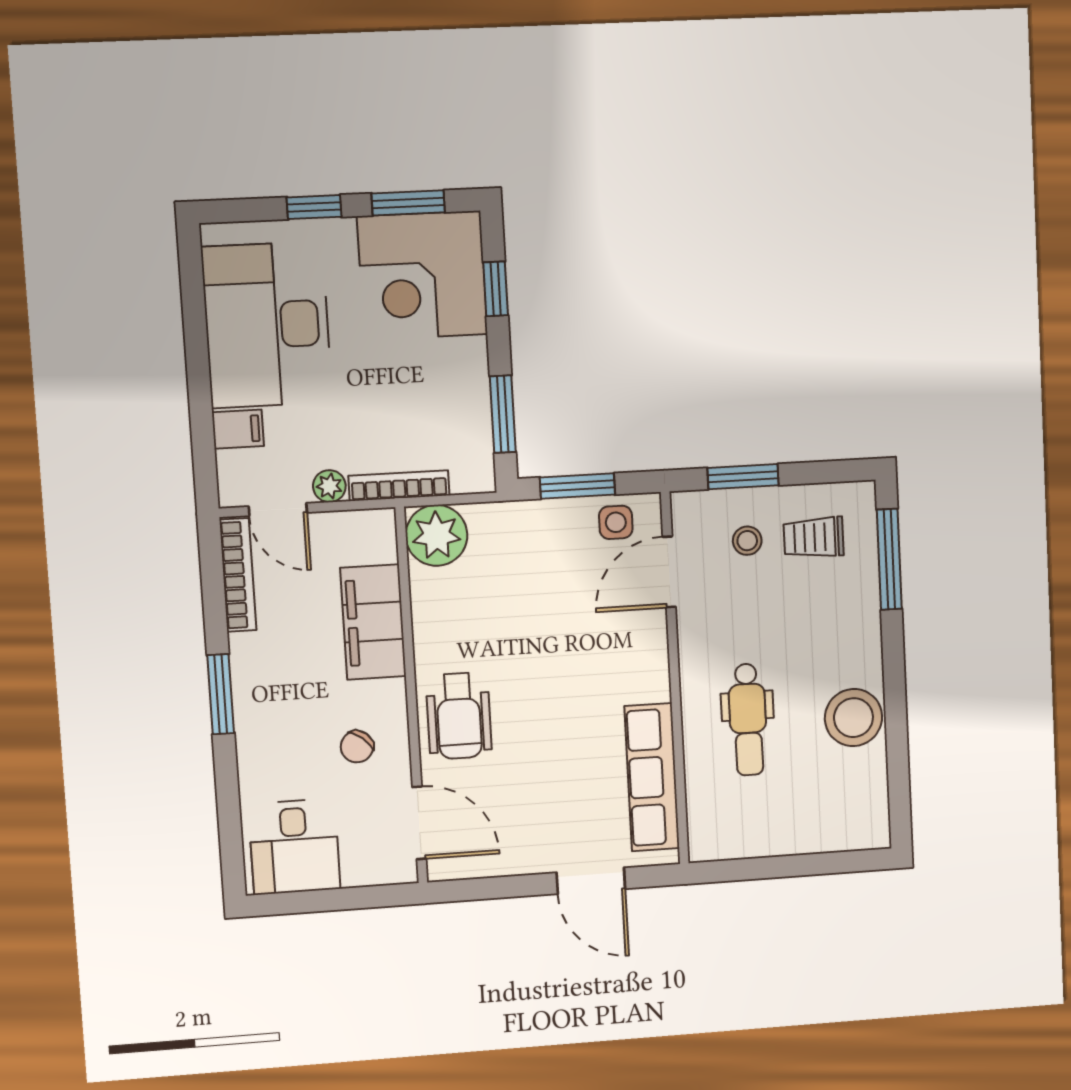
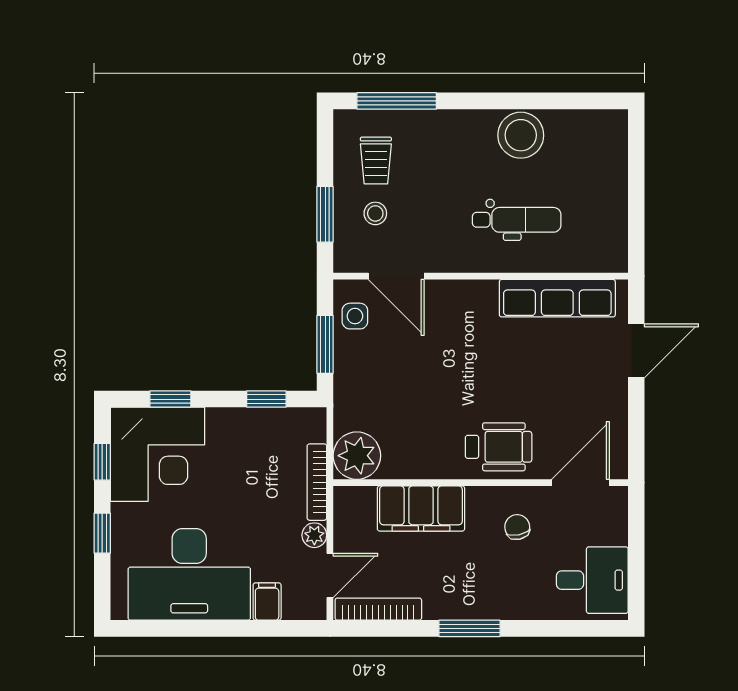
window: (408, 203) -> (102, 462), width x0.67
window: (503, 414) -> (266, 399), width x0.67
chair: (357, 747) -> (517, 527), turned -141

